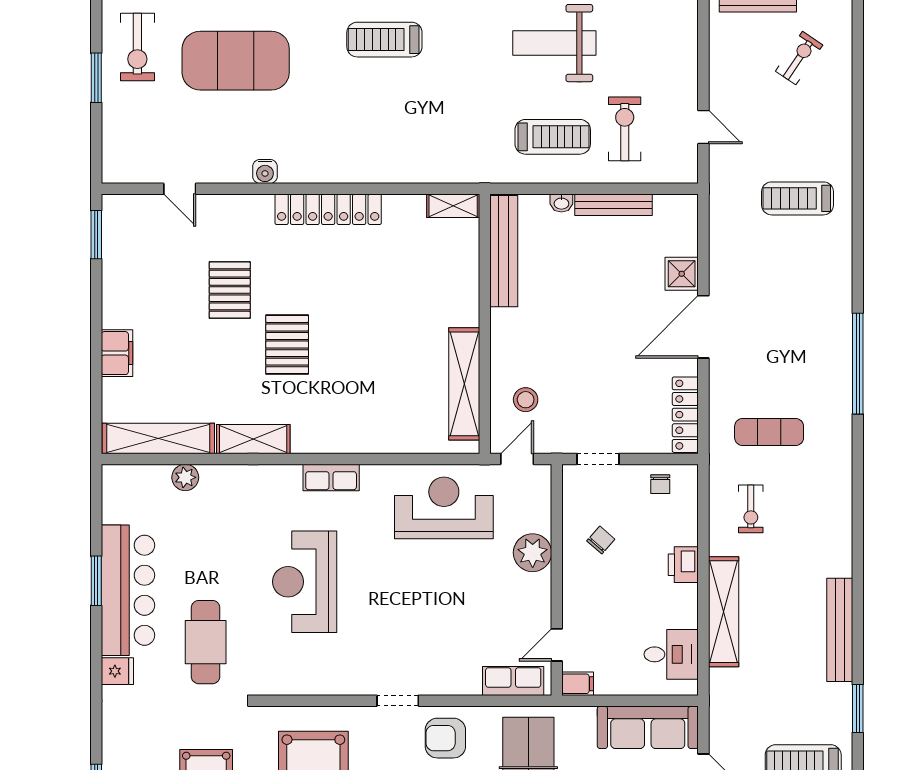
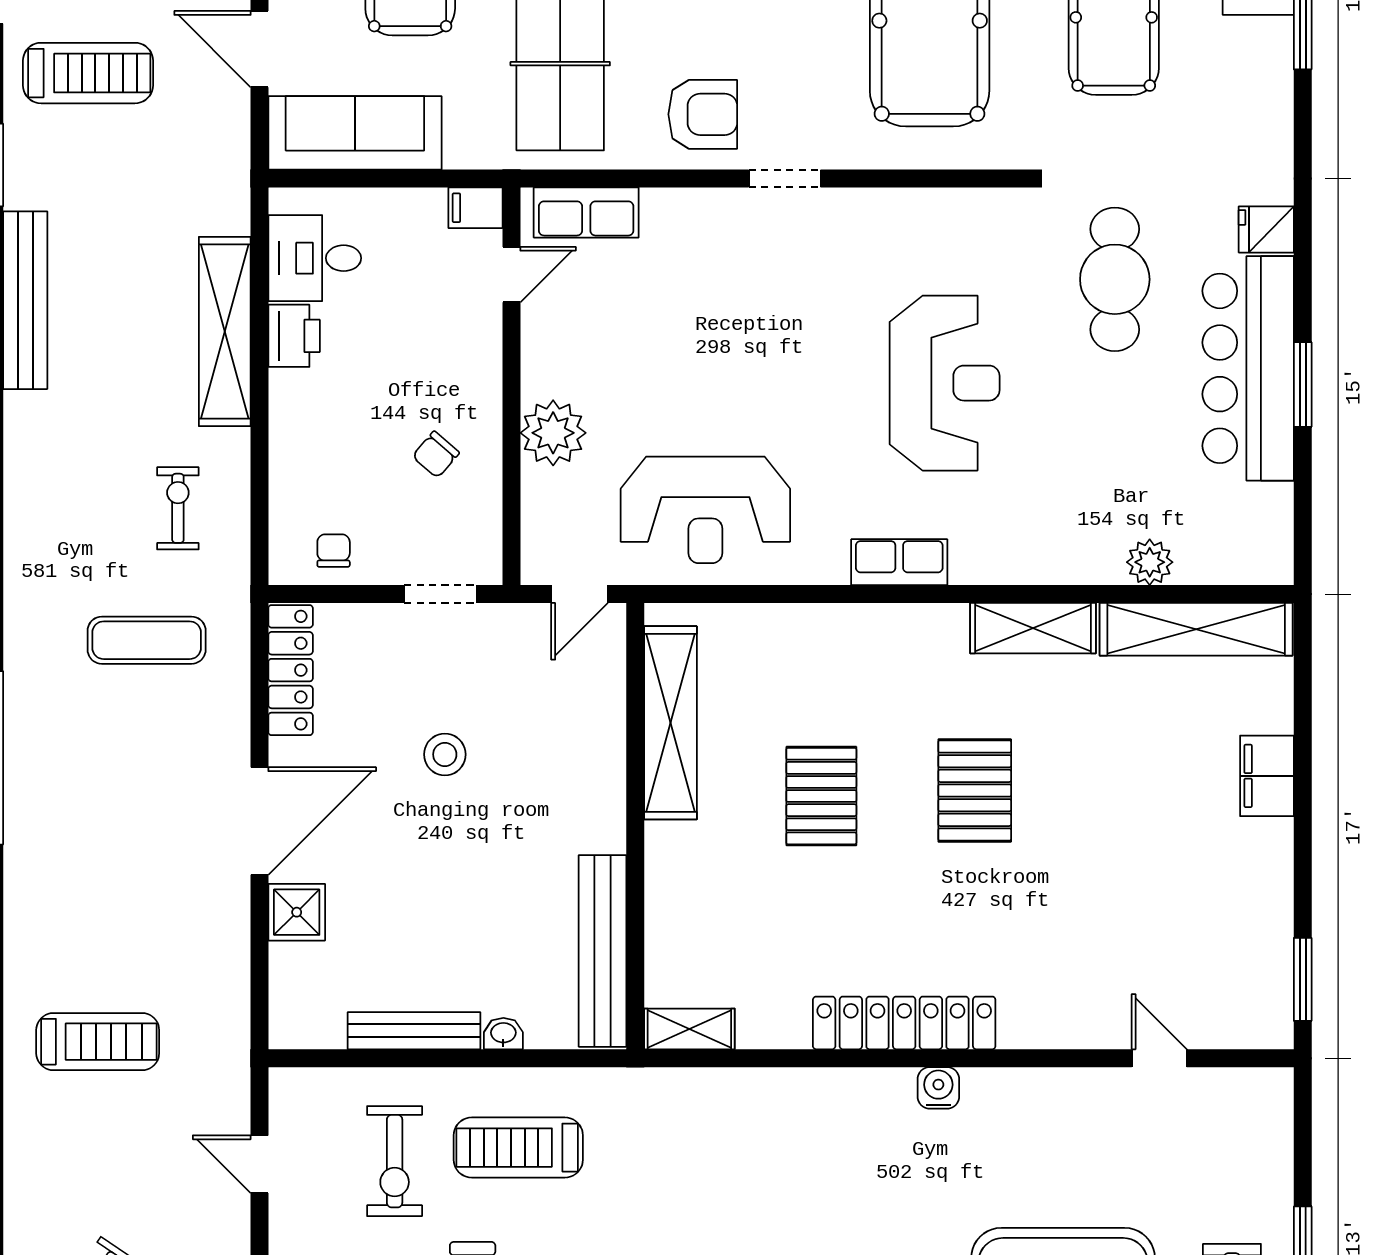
water cooler: (265, 171) -> (938, 1088), moved
pallet: (230, 290) -> (821, 796), moved
stool: (526, 400) -> (445, 754), moved
printer: (683, 565) -> (294, 336), moved

